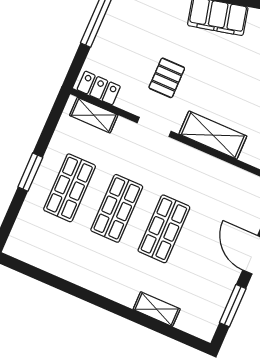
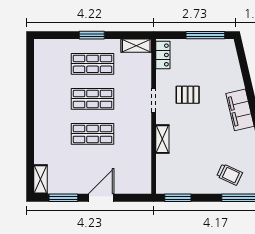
shelving: (94, 115) -> (136, 46), moved, turned 90
shelving: (213, 135) -> (162, 139), width x0.67, depth x0.75
shelving: (157, 309) -> (40, 179), moved

